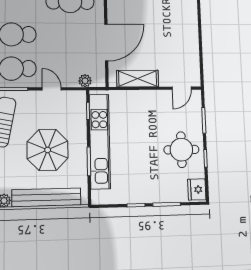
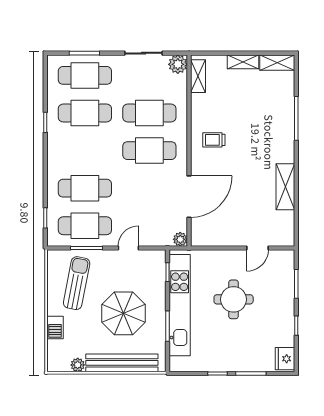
shelving: (138, 79) -> (285, 187), moved, turned 90
plant: (85, 81) -> (180, 239), moved
door: (182, 88) -> (258, 248), moved
door: (52, 89) -> (128, 248), hinge flipped
round table: (181, 150) -> (234, 299), moved

